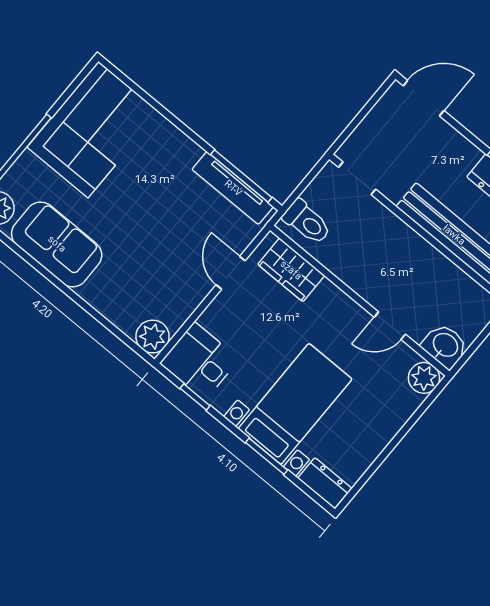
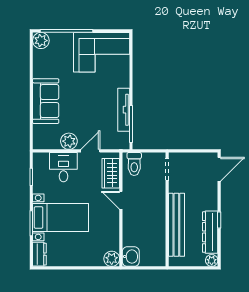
door: (424, 98) -> (219, 169), hinge flipped
tv unit: (233, 188) -> (124, 110), moved
sofa: (57, 244) -> (46, 101), moved
door: (390, 326) -> (121, 200), moved
plant: (153, 337) -> (69, 141), moved
desk: (199, 361) -> (63, 167), moved

